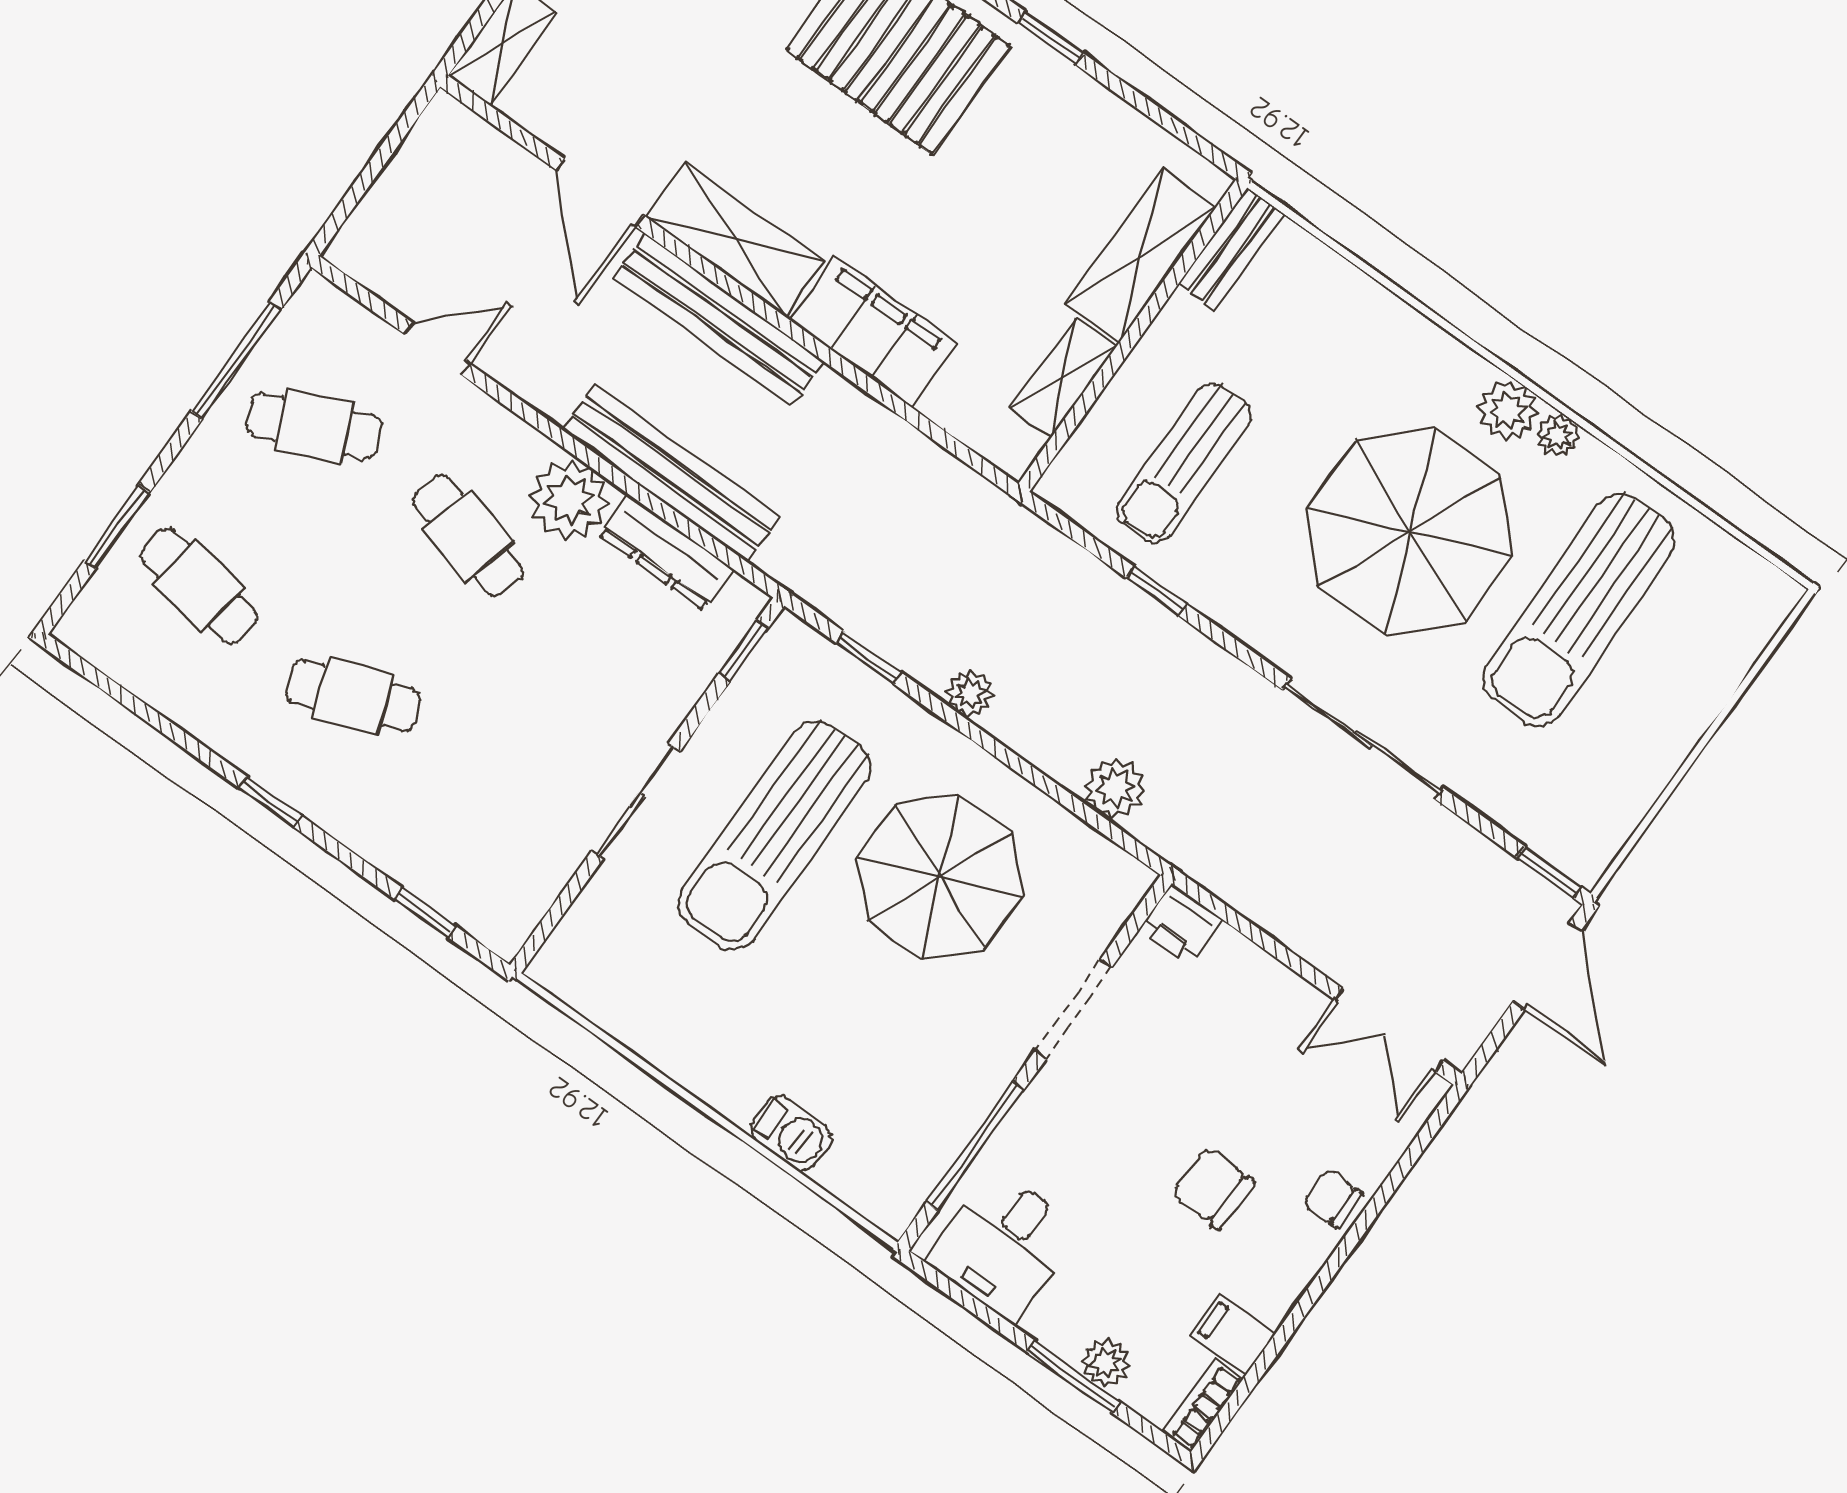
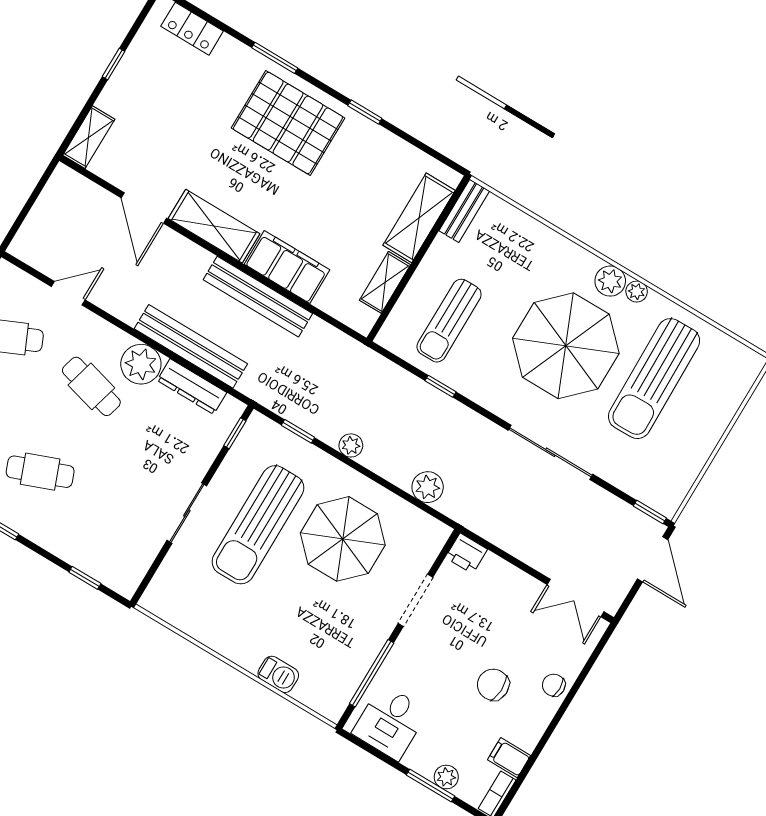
bench: (718, 319) -> (258, 297), moved

